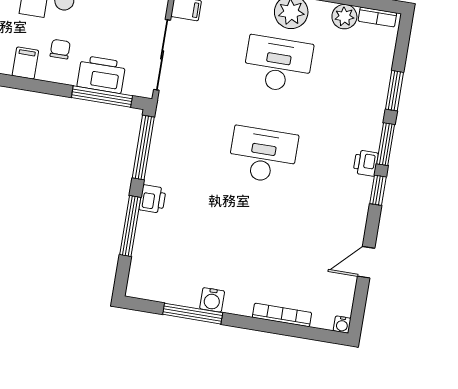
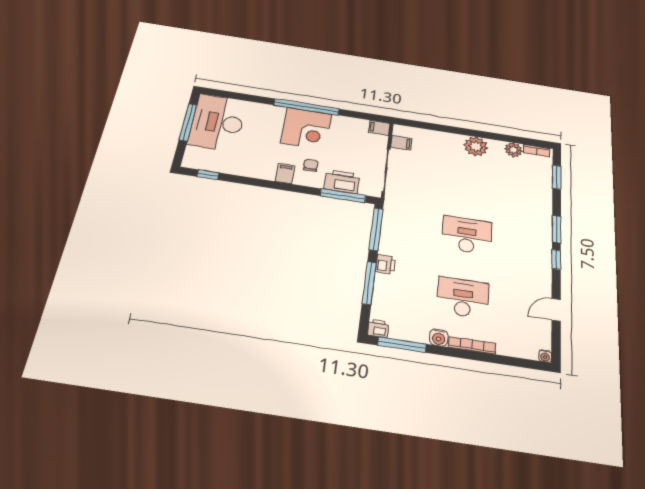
desk: (278, 64) -> (463, 298), moved
window: (394, 91) -> (557, 177), moved
printer: (366, 163) -> (378, 328), moved, turned 90
window: (193, 314) -> (402, 345), moved
bookcase: (282, 315) -> (472, 345), moved

